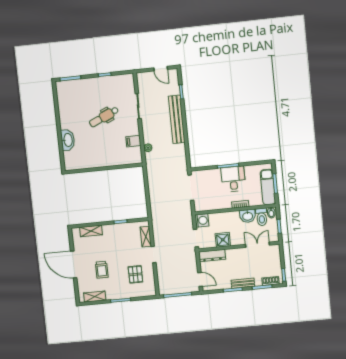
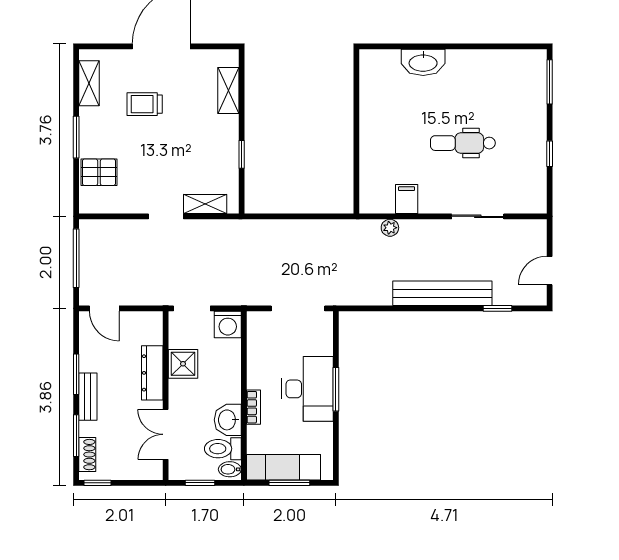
dental chair: (104, 117) -> (463, 143), turned -66
desk: (233, 179) -> (307, 389), width x1.37
double door: (257, 245) -> (166, 434), swing flipped
dresser: (212, 255) -> (152, 373), moved
pallet: (135, 274) -> (99, 172), moved
door: (200, 279) -> (104, 308), hinge flipped

